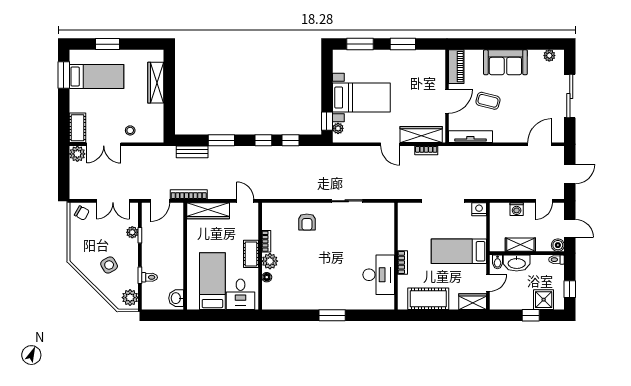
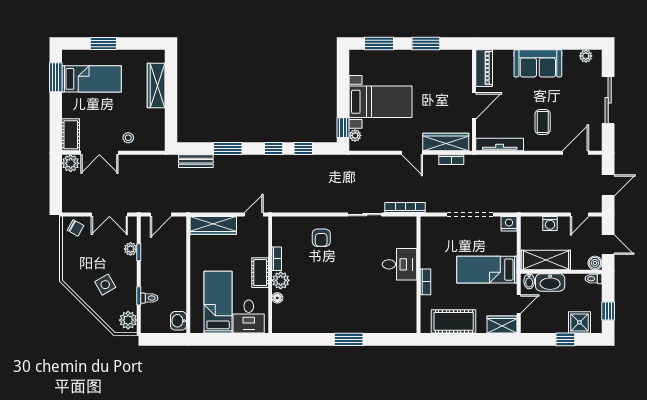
coffee table: (488, 101) -> (543, 122), moved, turned 76
bookcase: (189, 194) -> (405, 208), moved
door: (245, 201) -> (254, 215), hinge flipped
shelving: (520, 245) -> (546, 260), width x1.50, depth x1.33
desk: (379, 275) -> (399, 264), moved, width x0.73

